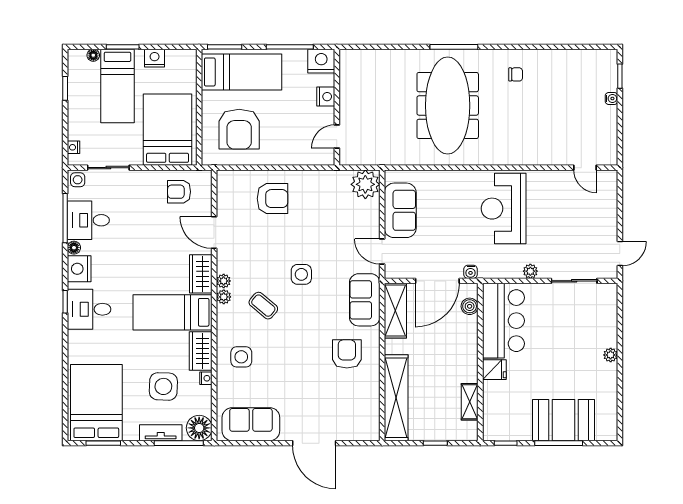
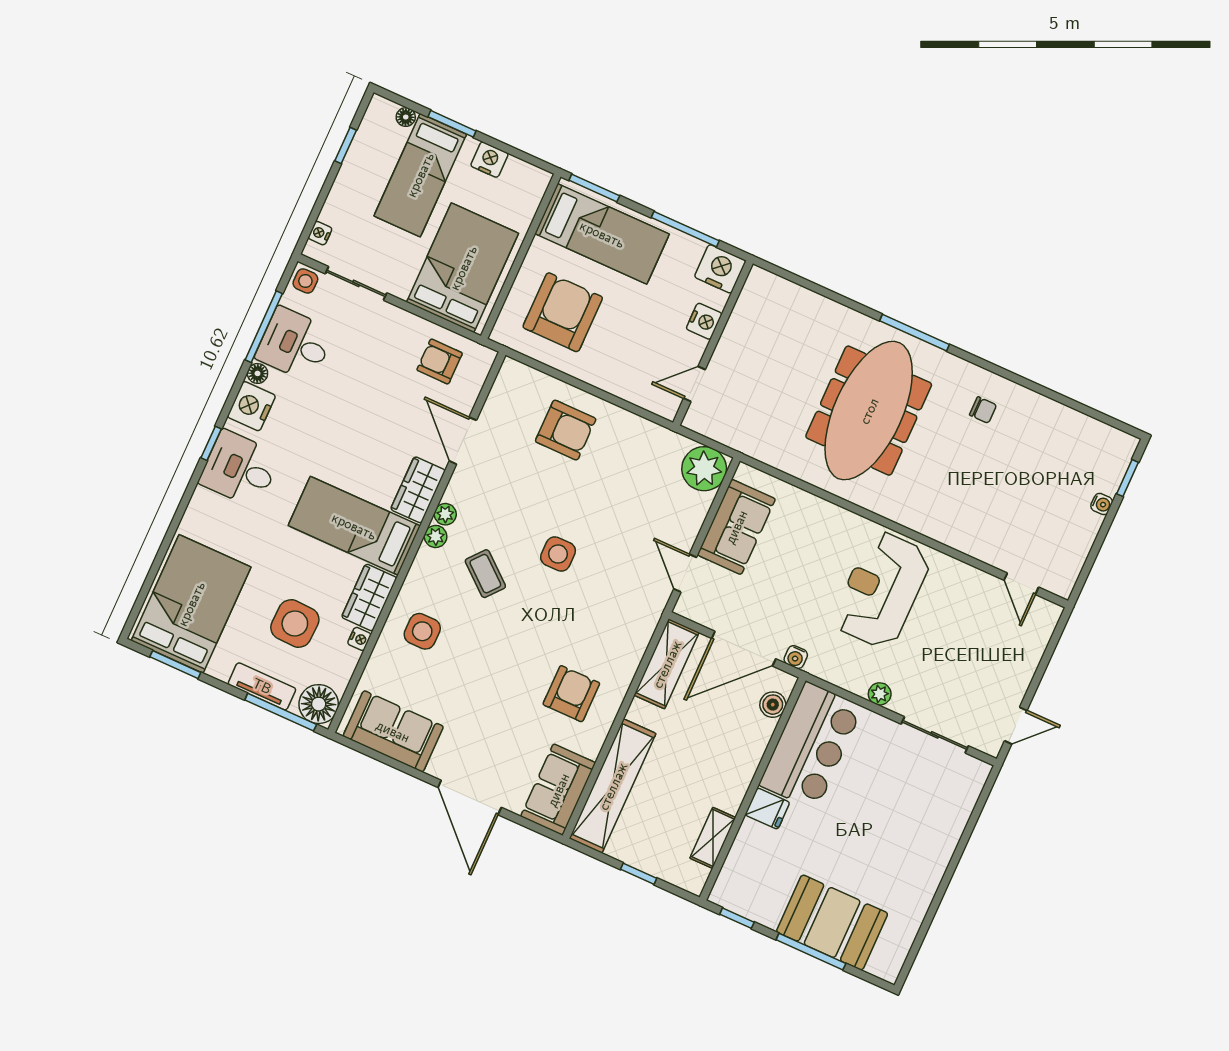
armchair: (239, 129) -> (563, 312), turned 180
sofa: (365, 300) -> (558, 790), moved
plant: (611, 355) -> (939, 861), removed

